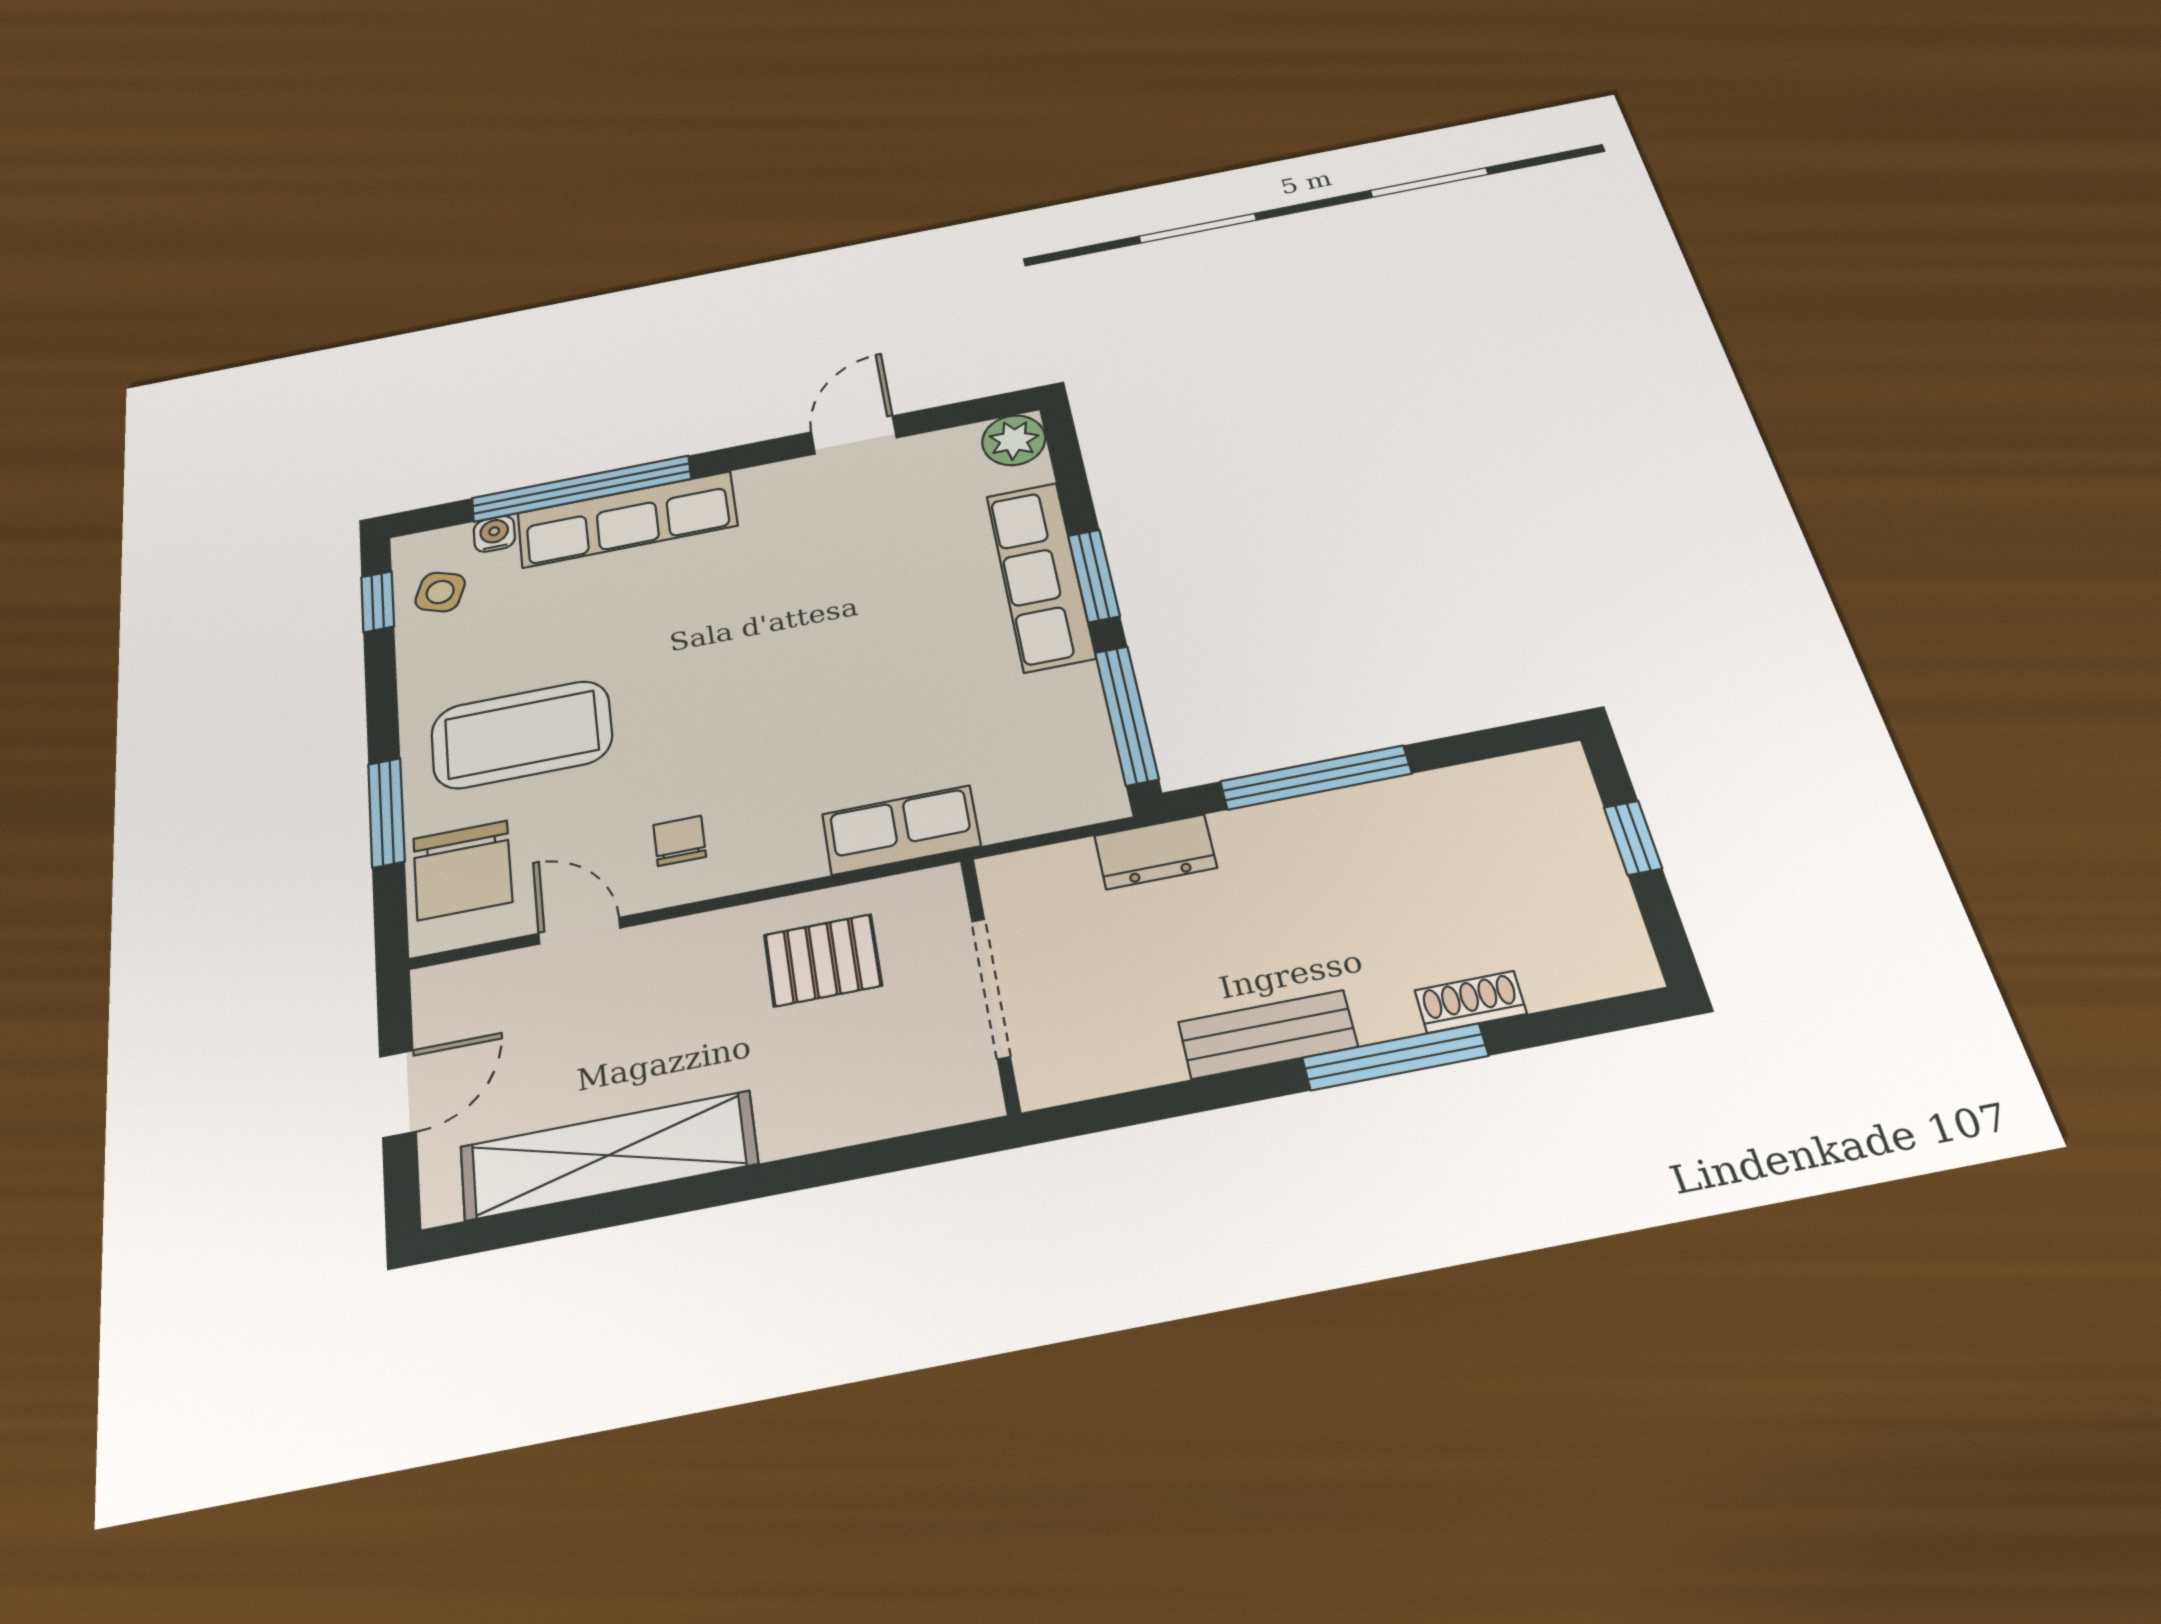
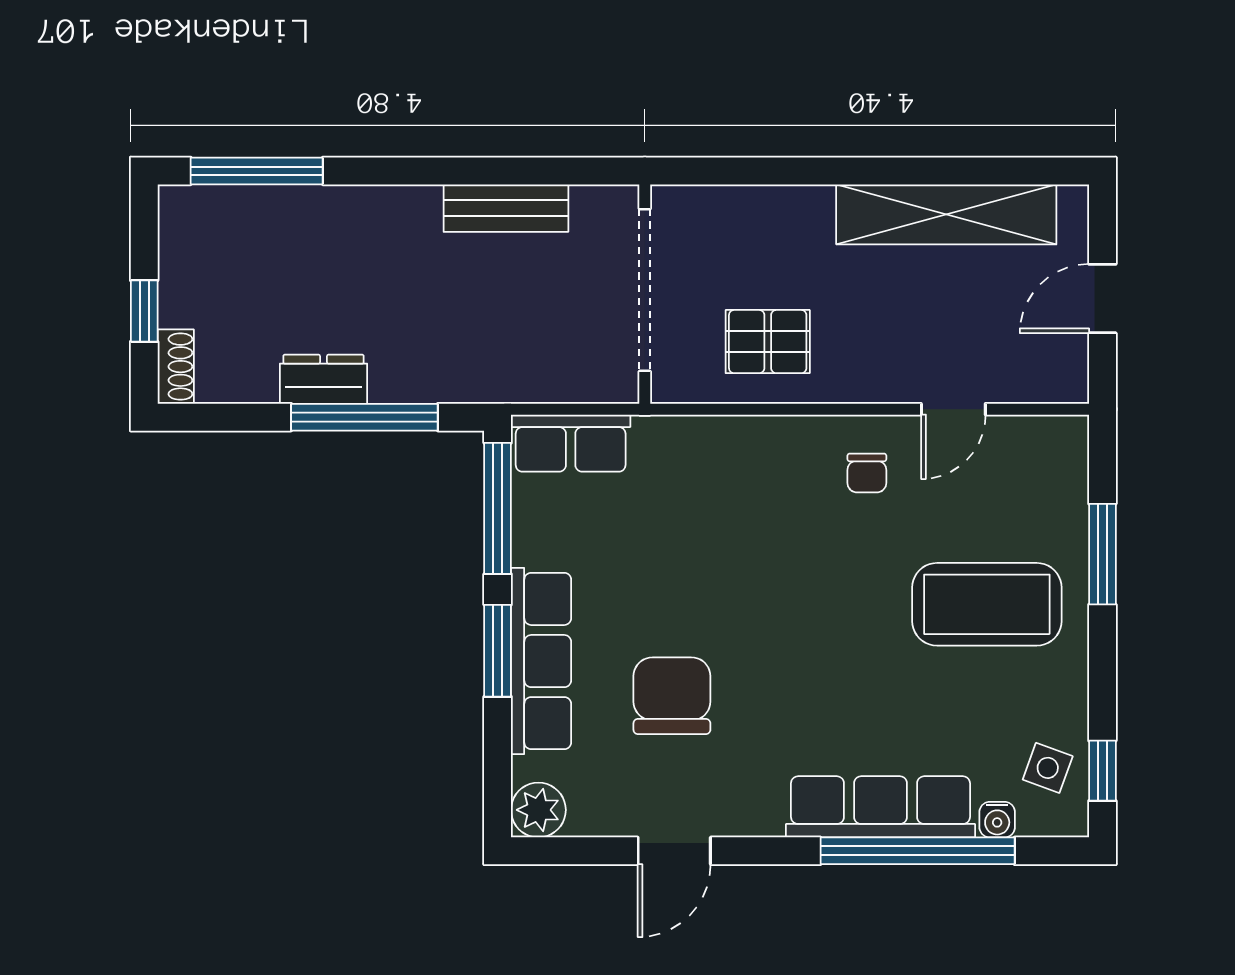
row of seats: (901, 830) -> (571, 443), moved
dresser: (1155, 852) -> (324, 379), moved
chair: (463, 870) -> (672, 696), moved
door: (579, 931) -> (953, 409), hinge flipped
doorway: (991, 988) -> (645, 290), width x1.36
shoe rack: (1471, 1002) -> (176, 367), moved, turned -90
bench: (1268, 1034) -> (506, 208), moved
window: (1395, 1057) -> (257, 171), moved

